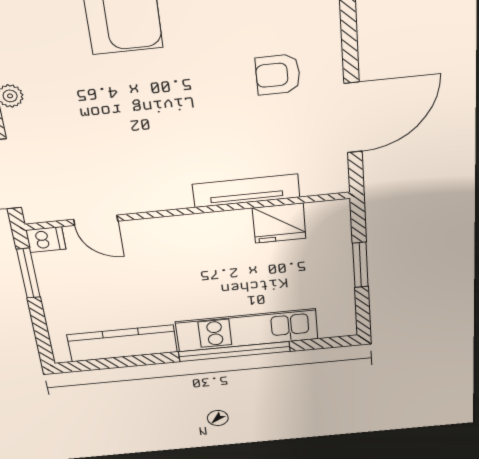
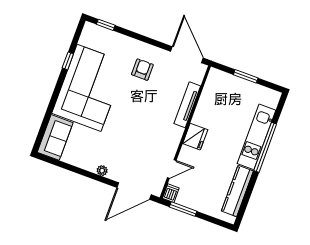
armchair: (278, 75) -> (142, 70), turned 180
door: (353, 118) -> (187, 55), moved
fridge: (279, 223) -> (195, 137), moved

